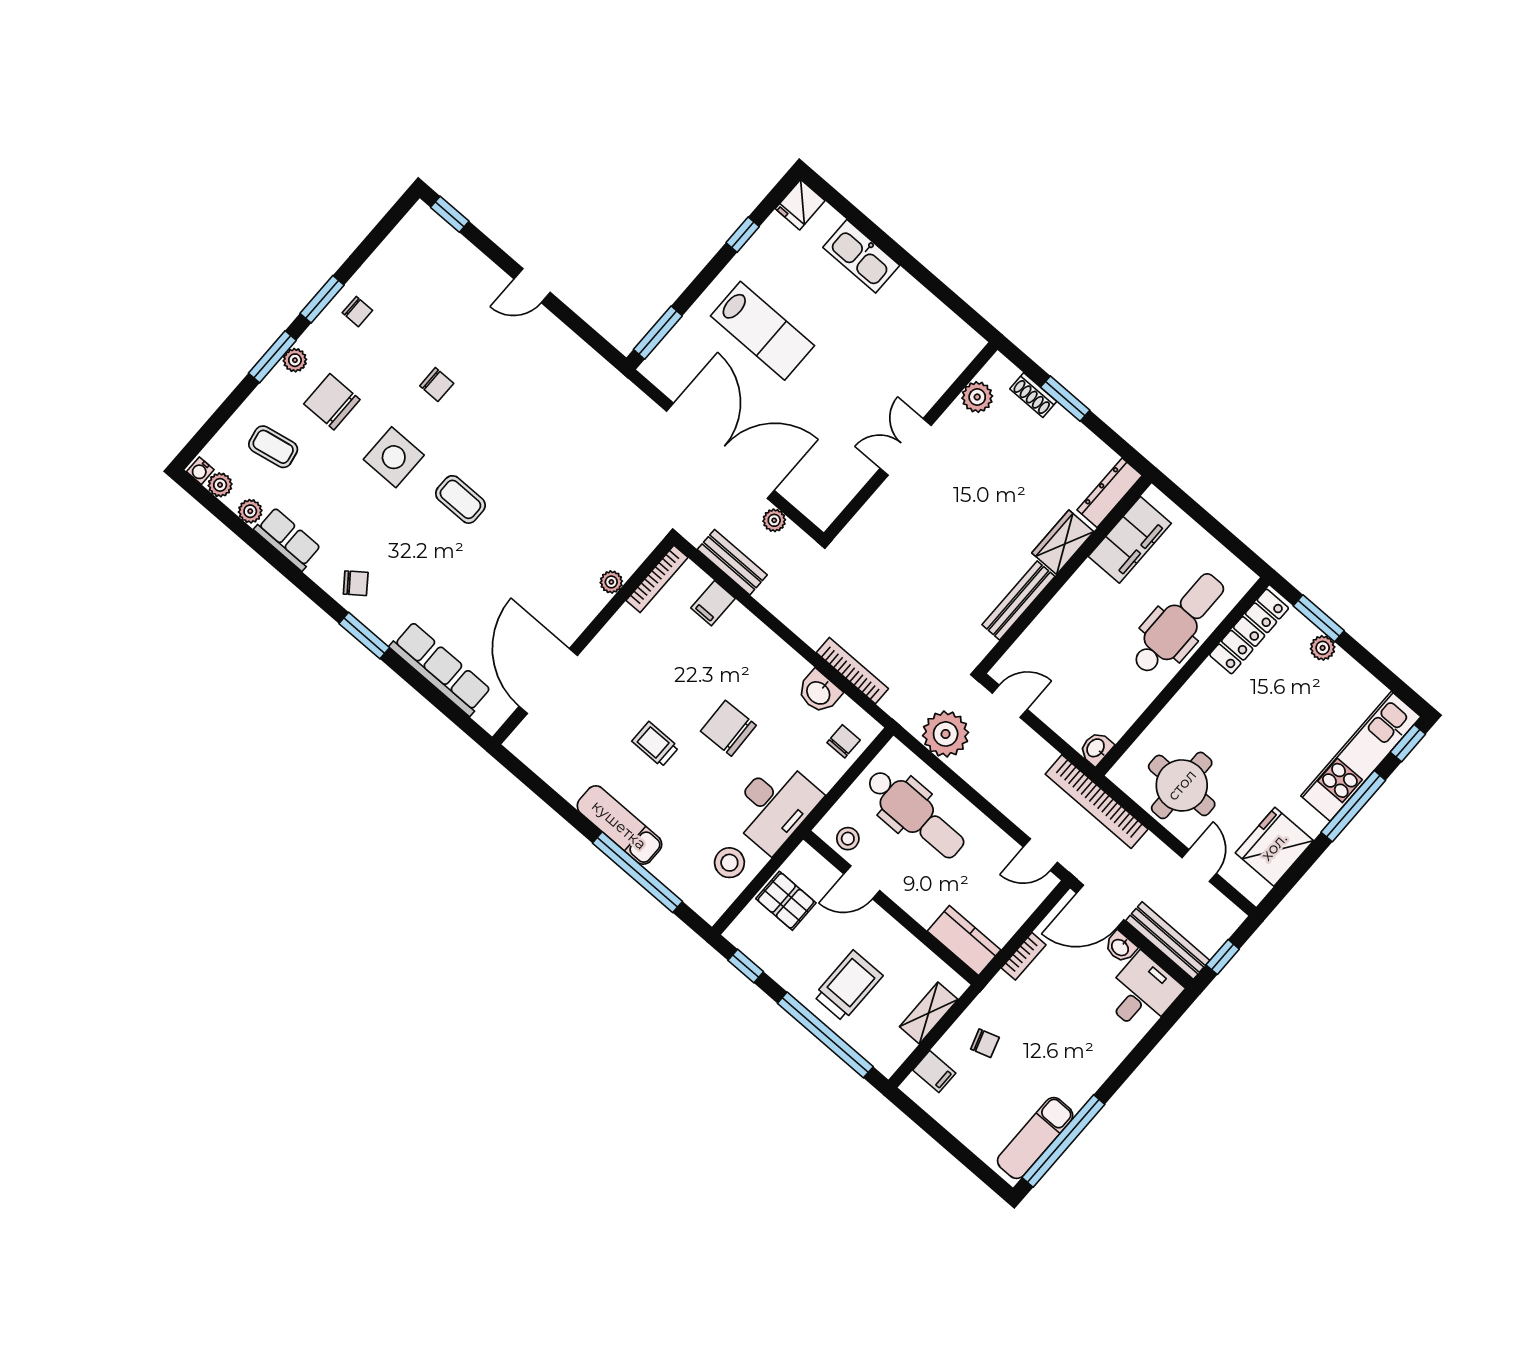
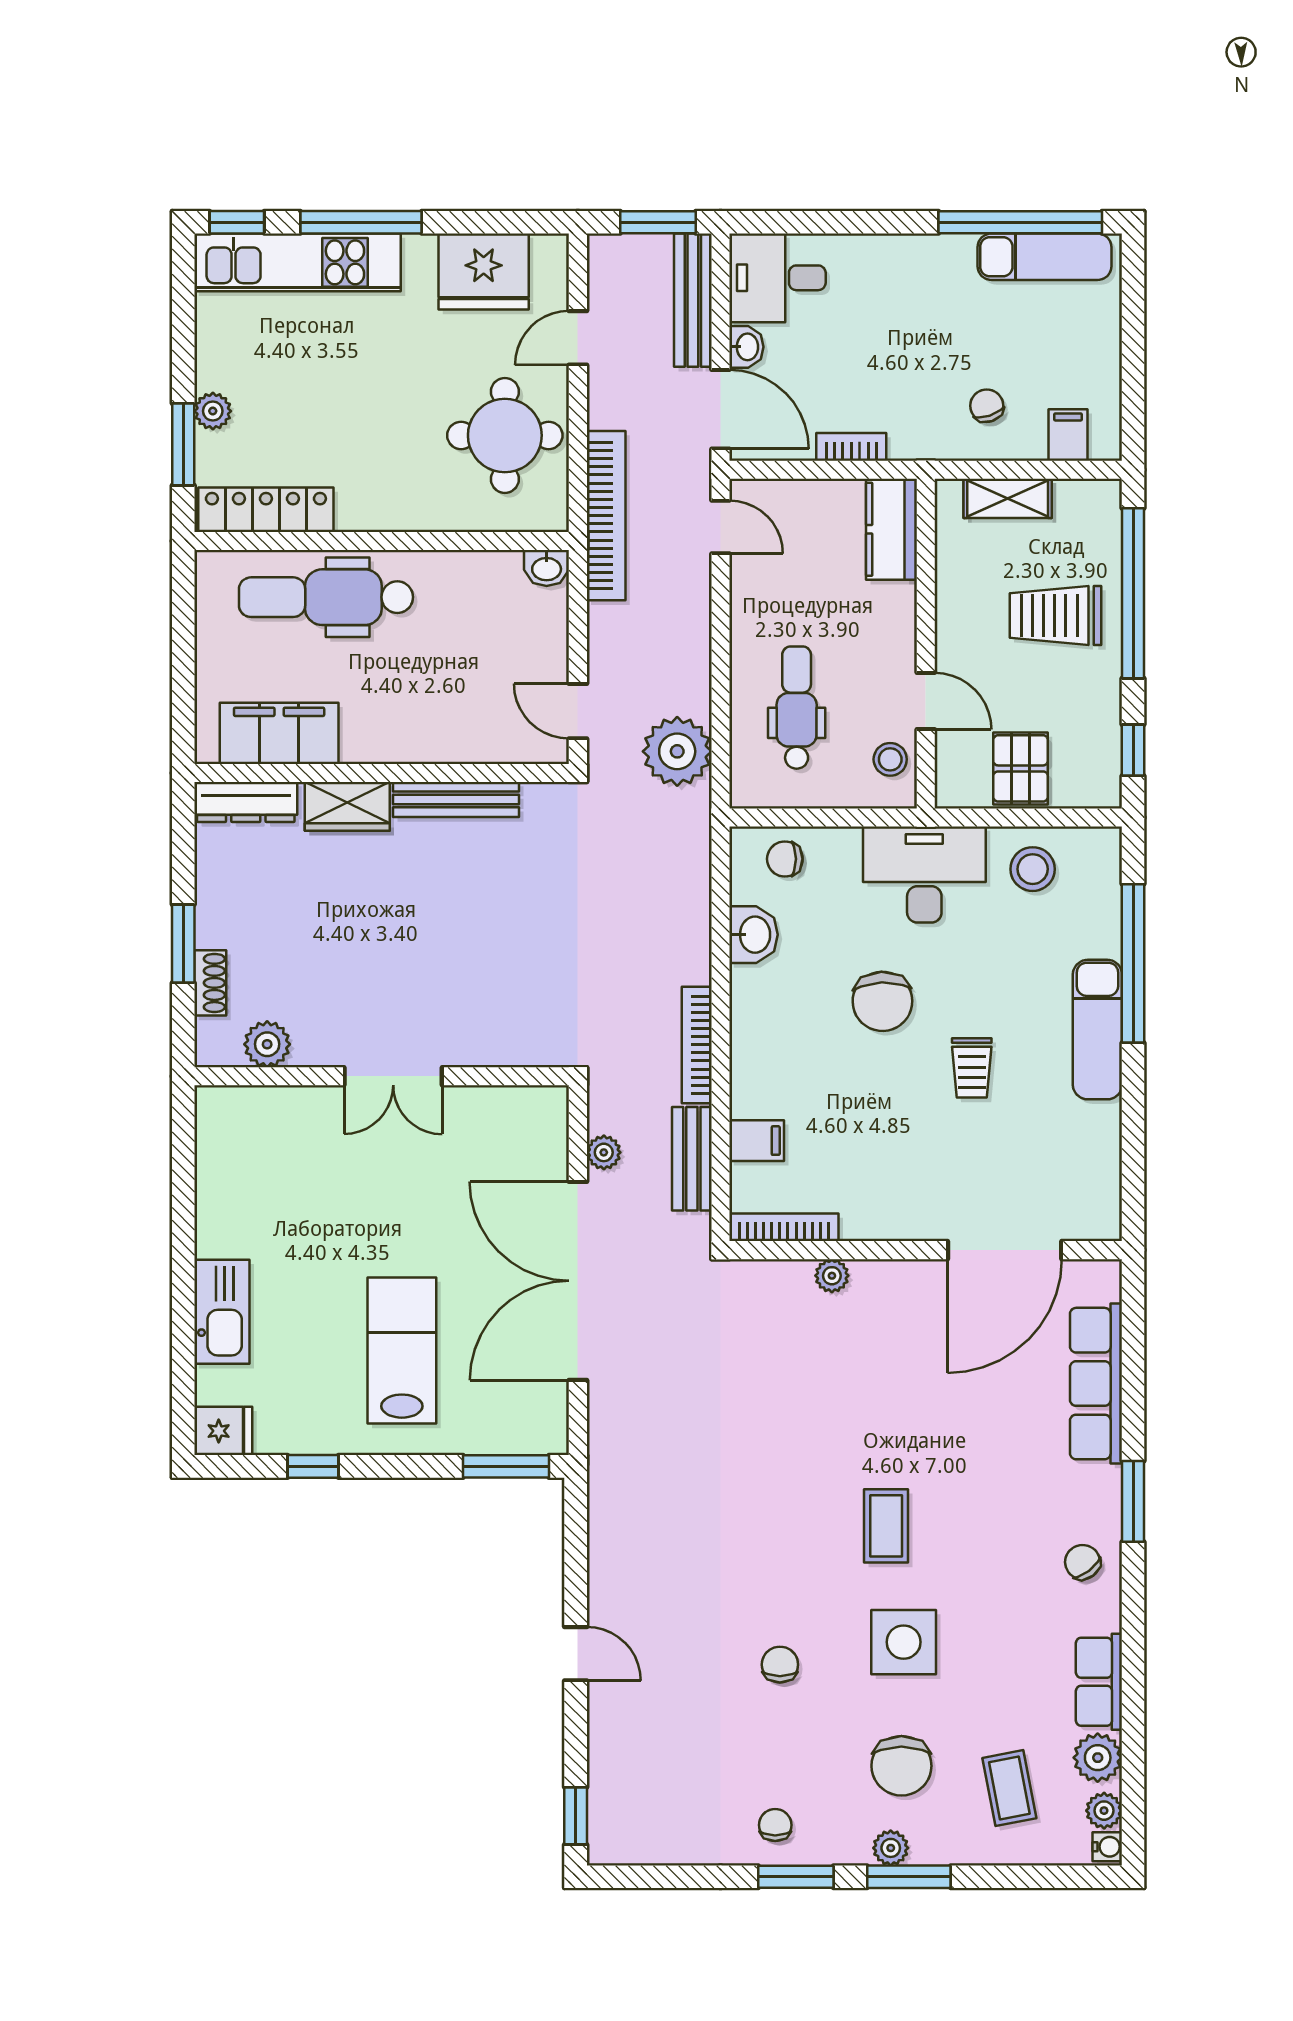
plant: (250, 511) -> (1098, 1758), width x1.38, depth x1.38
bookcase: (852, 671) -> (697, 1045), moved
dental chair: (915, 814) -> (797, 708), width x0.73, depth x0.72
window: (1223, 957) -> (658, 222), width x1.50

